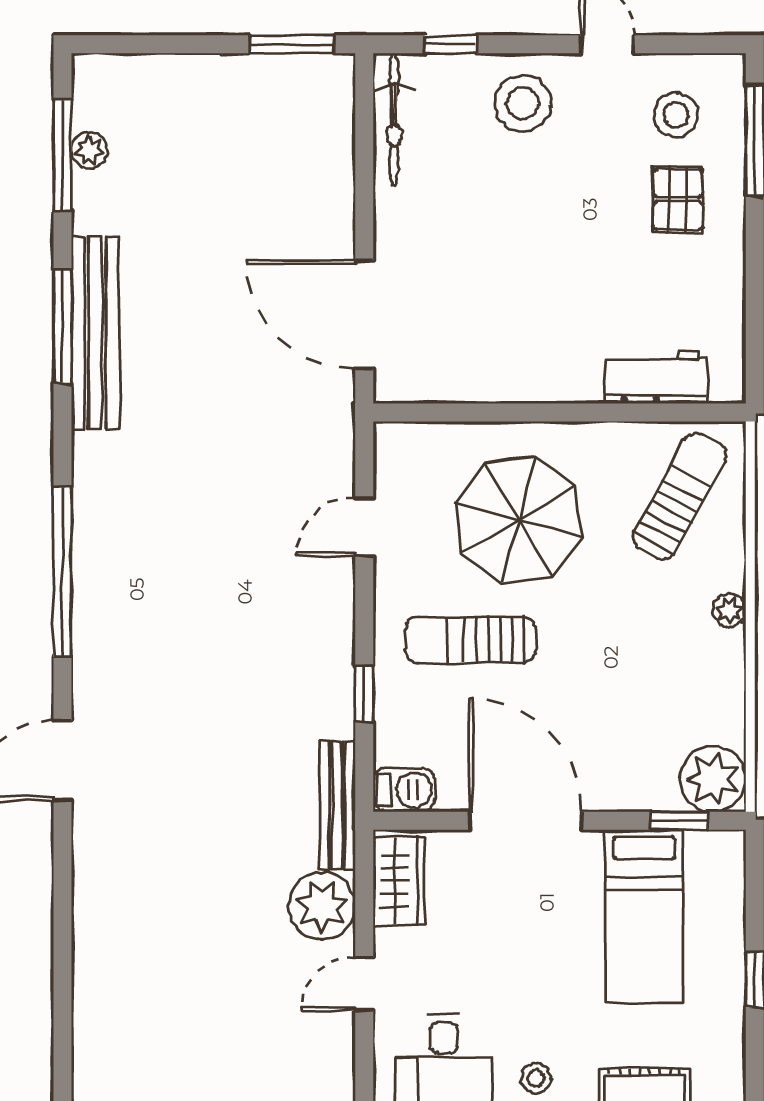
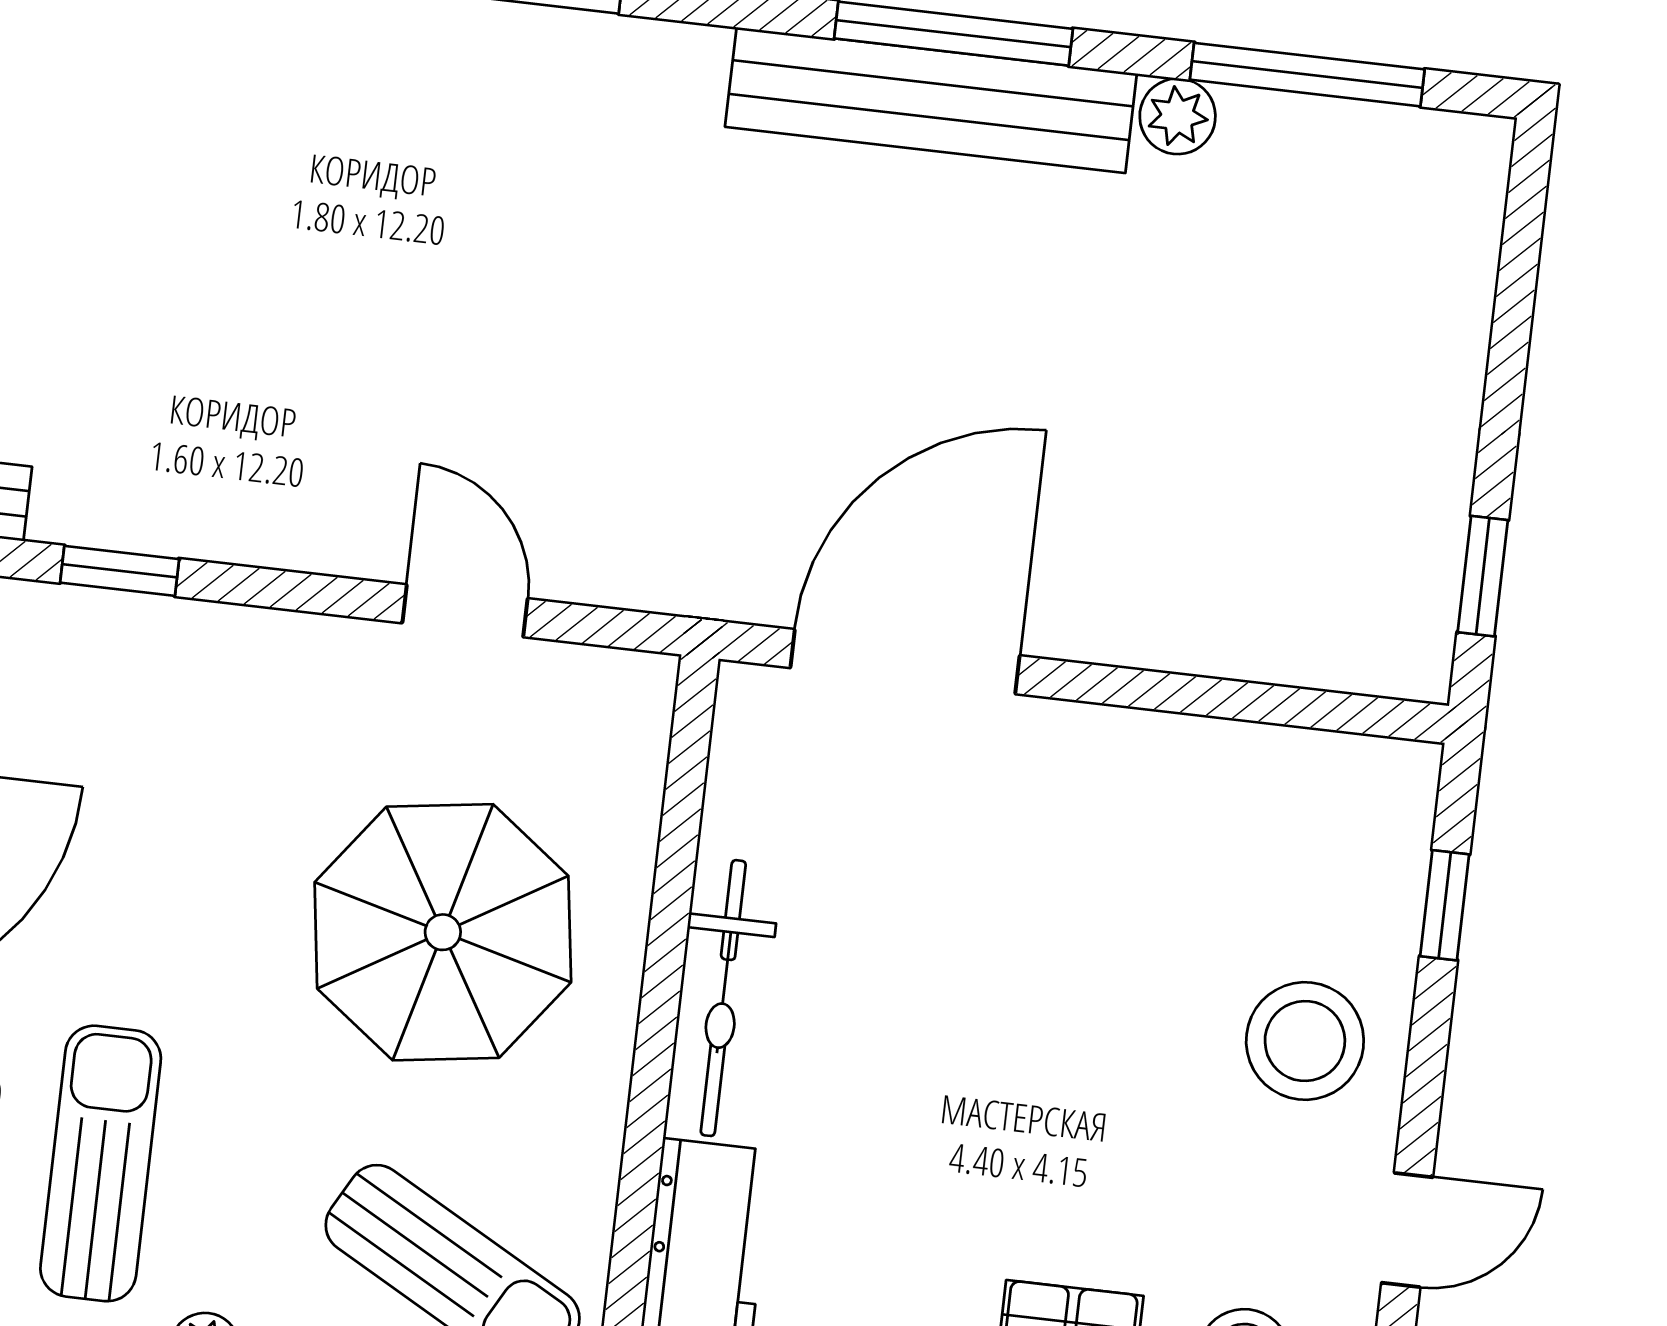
window: (292, 44) -> (1483, 576), width x0.67
bicycle: (394, 119) -> (723, 998), moved, turned -90
plant: (89, 150) -> (1178, 116), moved
sun lounger: (471, 640) -> (101, 1163), moved

